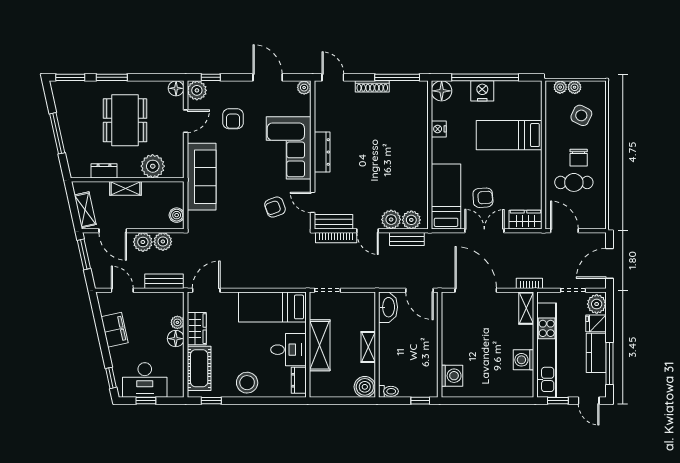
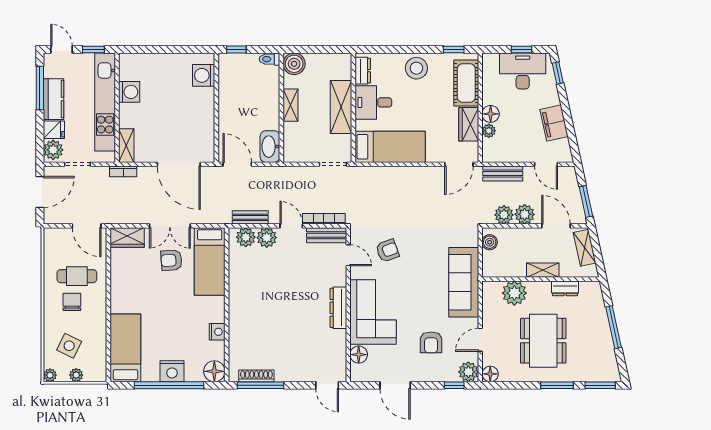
shoe rack: (372, 86) -> (256, 376), moved
plant: (560, 87) -> (50, 375), moved
plant: (304, 88) -> (357, 375), removed
floor lamp: (303, 107) -> (359, 355), added
armchair: (233, 119) -> (431, 342), turned 180
bed: (509, 135) -> (125, 348), moved, turned -90

